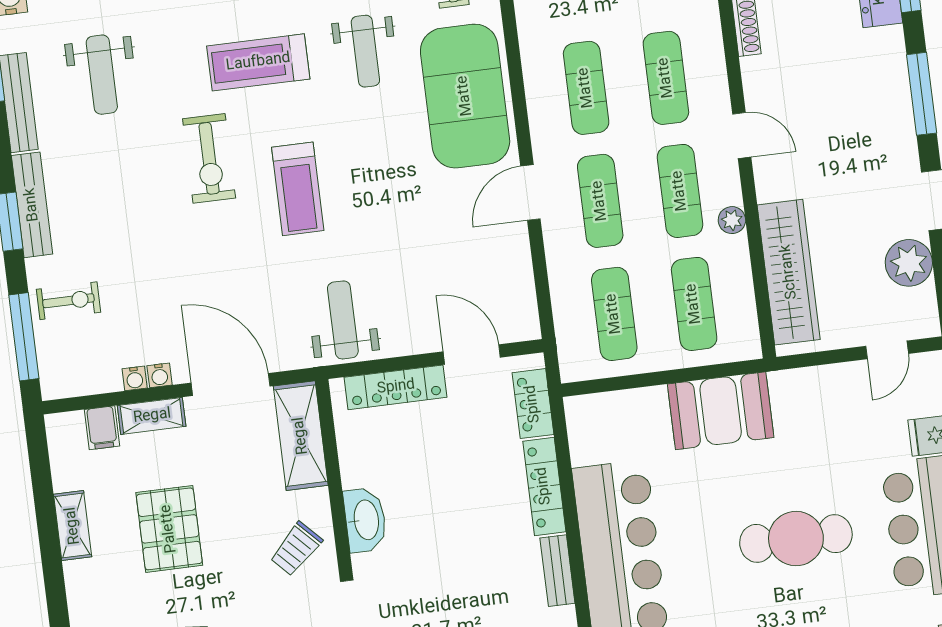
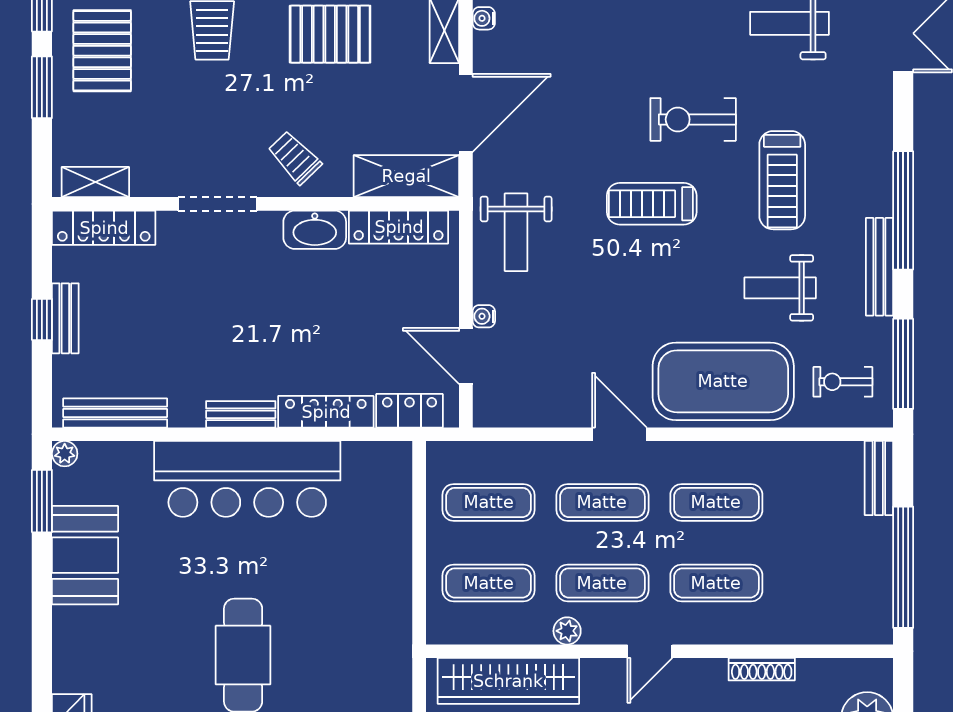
treadmill: (258, 62) -> (782, 180), turned 180
weight bench: (343, 320) -> (516, 232), turned 90
door: (472, 354) -> (466, 356), swing flipped
water cooler: (160, 375) -> (484, 316), moved
locker: (396, 387) -> (399, 227), moved, turned -90
booth: (721, 411) -> (379, 596), removed

